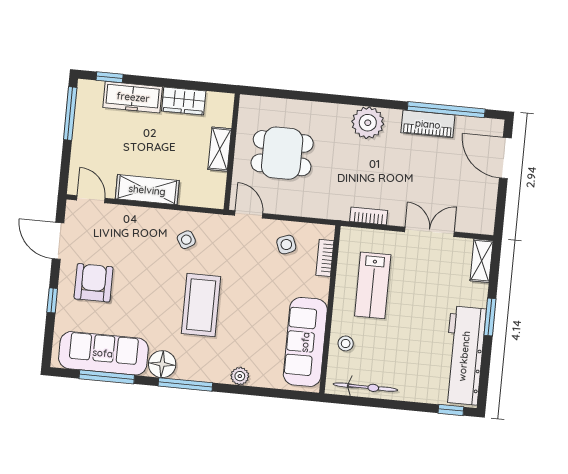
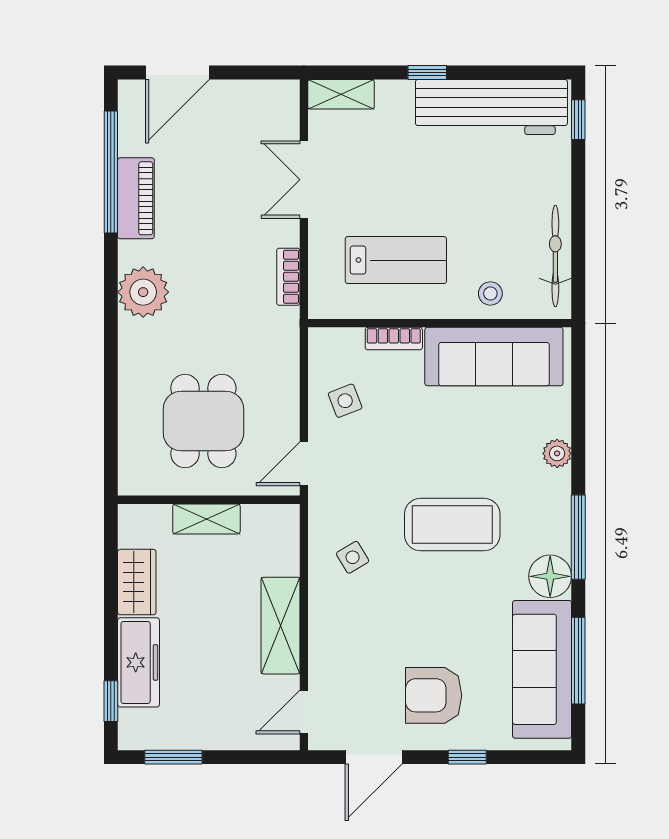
window: (70, 113) -> (173, 757), width x0.69
bookcase: (325, 258) -> (394, 339), moved
window: (490, 317) -> (427, 72), width x0.67

